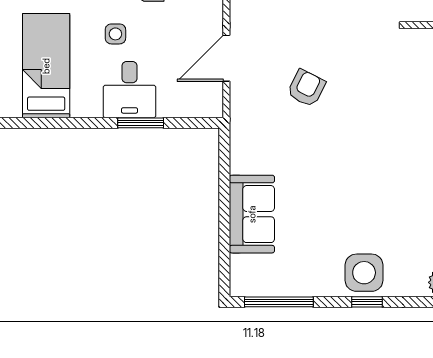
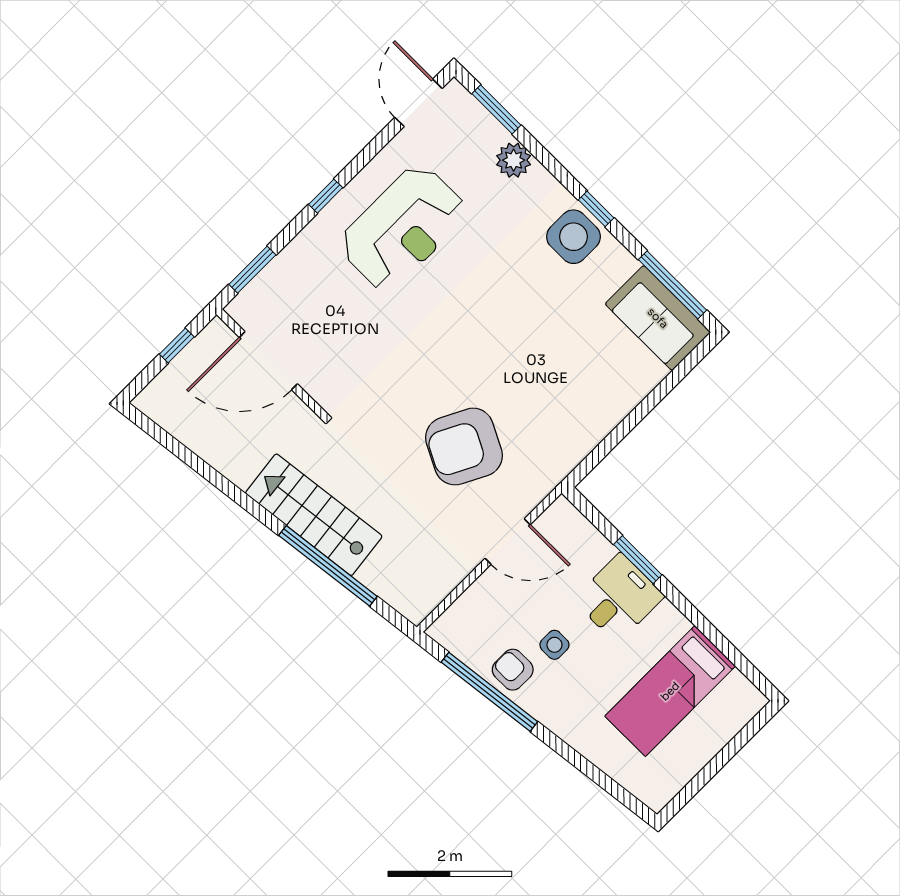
side table: (115, 34) -> (554, 645), moved
armchair: (306, 88) -> (464, 447), width x1.88, depth x1.88
sofa: (252, 214) -> (658, 318), moved, turned -90

